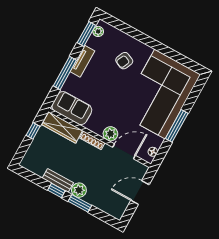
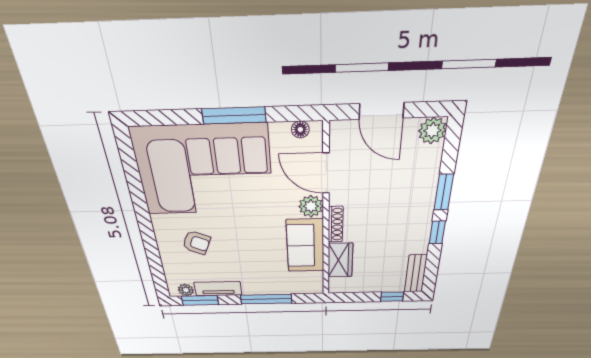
tv unit: (82, 61) -> (218, 289), moved
sofa: (72, 108) -> (305, 246), moved
wardrobe: (62, 127) -> (340, 260), width x0.67
window: (33, 131) -> (392, 297), moved
bench: (58, 180) -> (416, 274), moved
plant: (79, 190) -> (432, 131), moved

